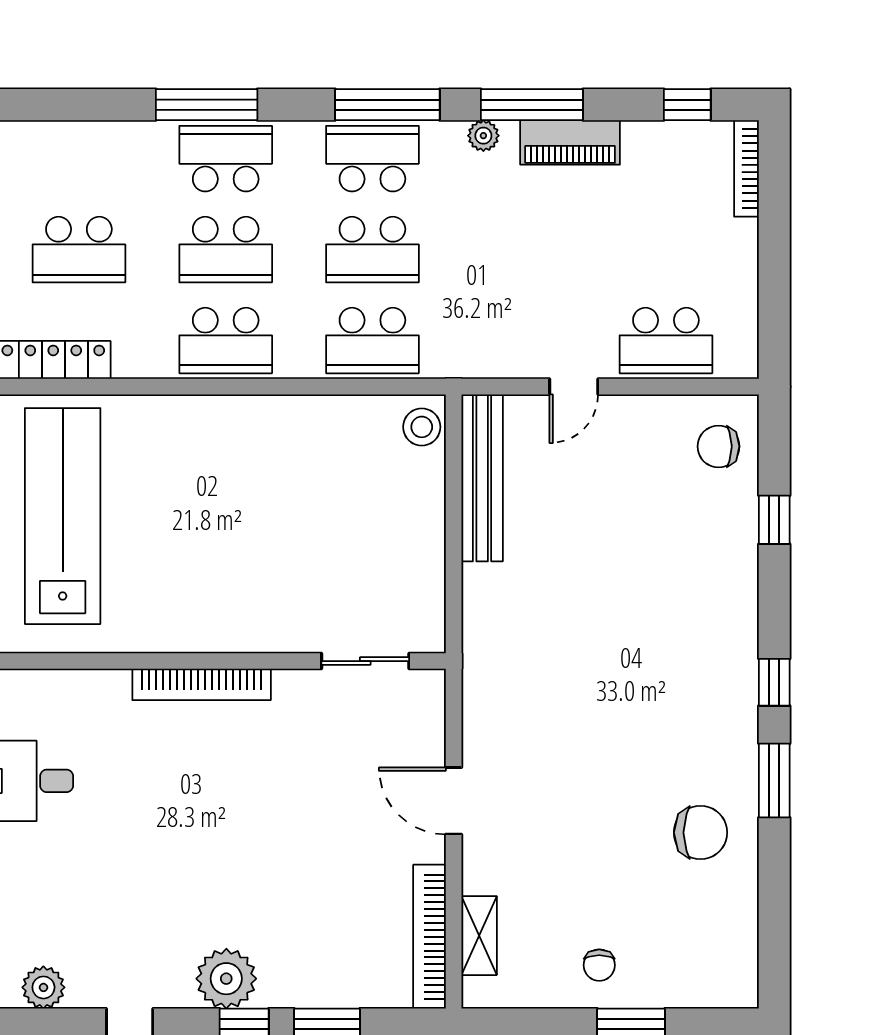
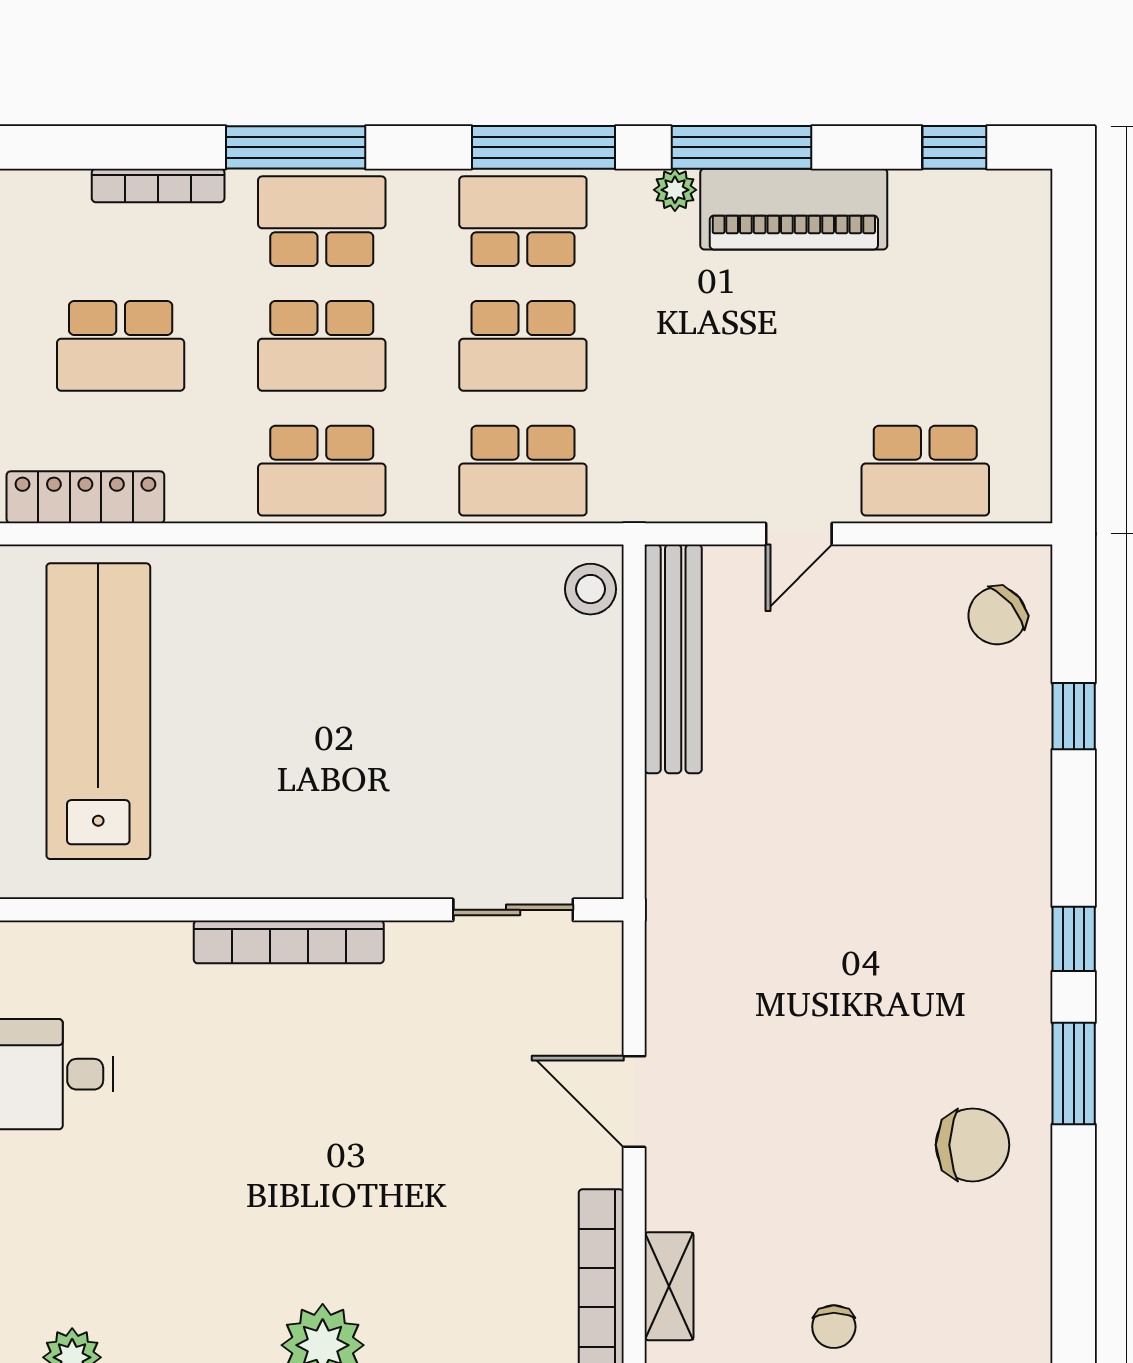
piano: (570, 142) -> (794, 209), width x1.37, depth x1.33
bookcase: (746, 168) -> (158, 185), moved, turned -90
chair: (719, 446) -> (997, 616), turned -40

